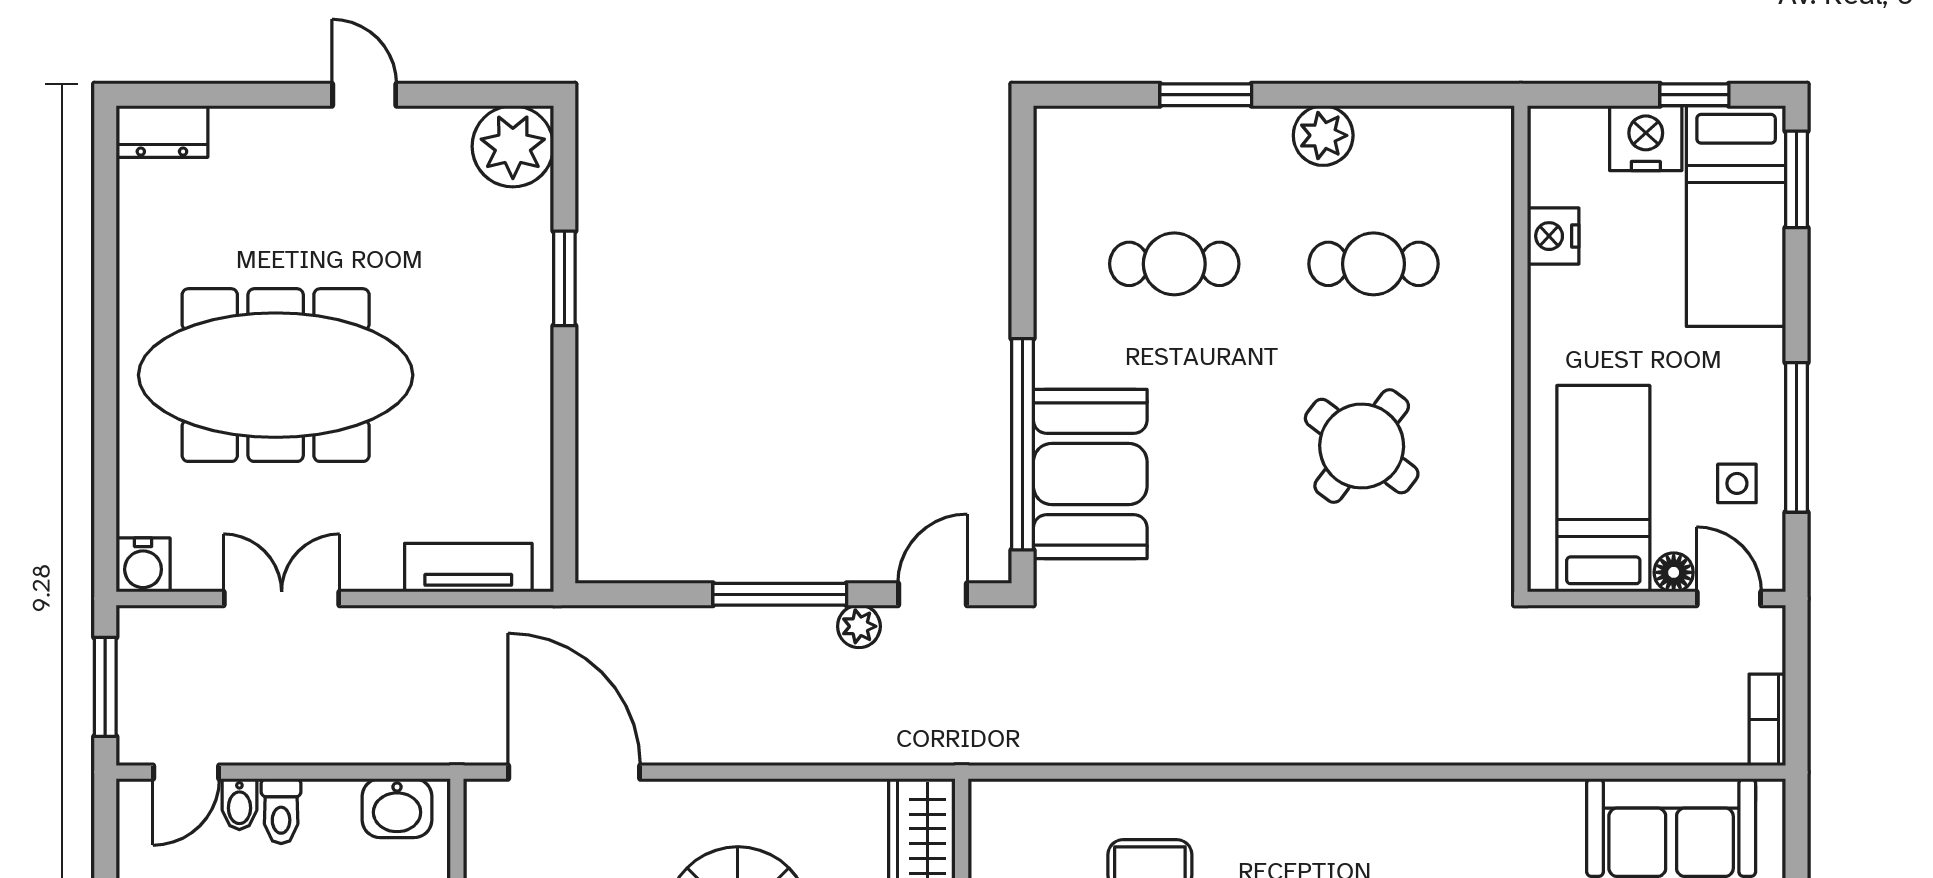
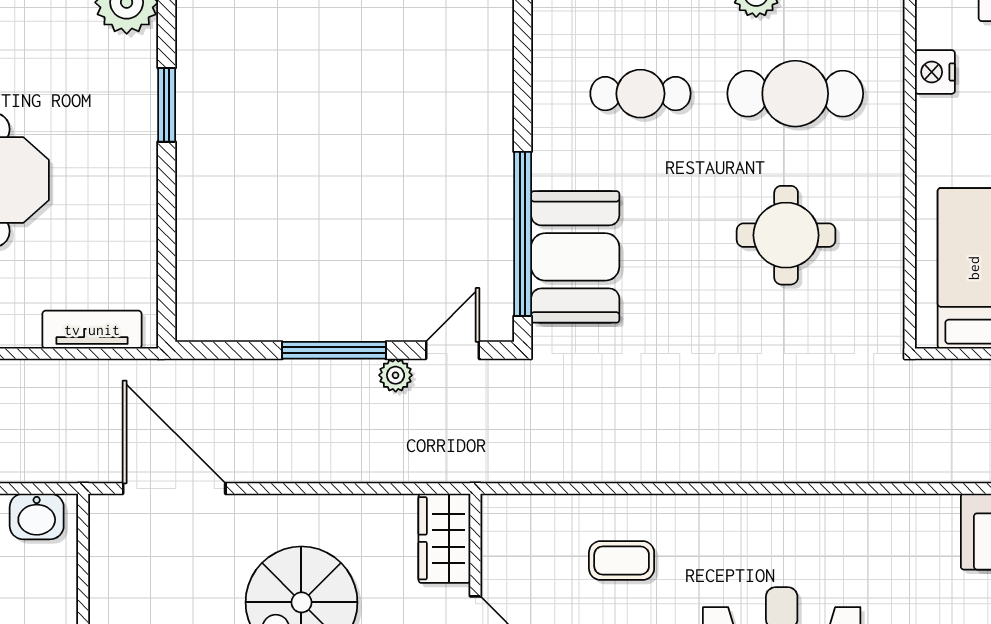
cafe table: (1373, 264) -> (795, 94), width x1.37, depth x1.35
round table: (1362, 446) -> (786, 235), turned -37

